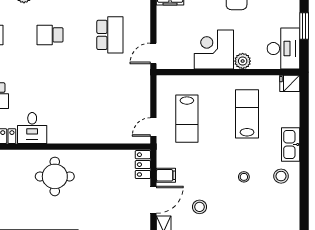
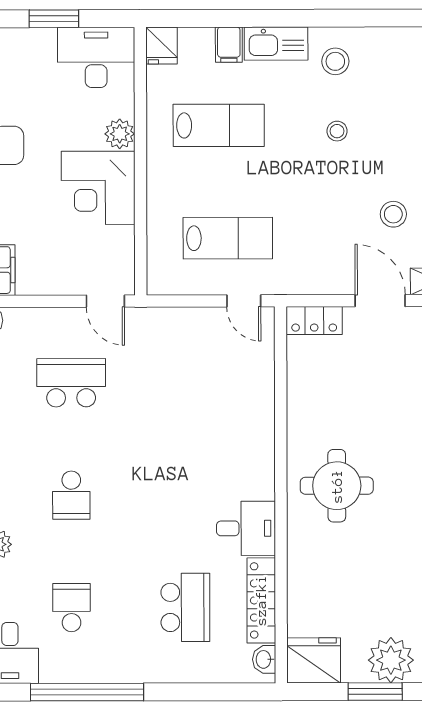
lab bench: (247, 114) -> (219, 125), turned 180
filing cabinet: (166, 175) -> (229, 45), moved, turned 180

